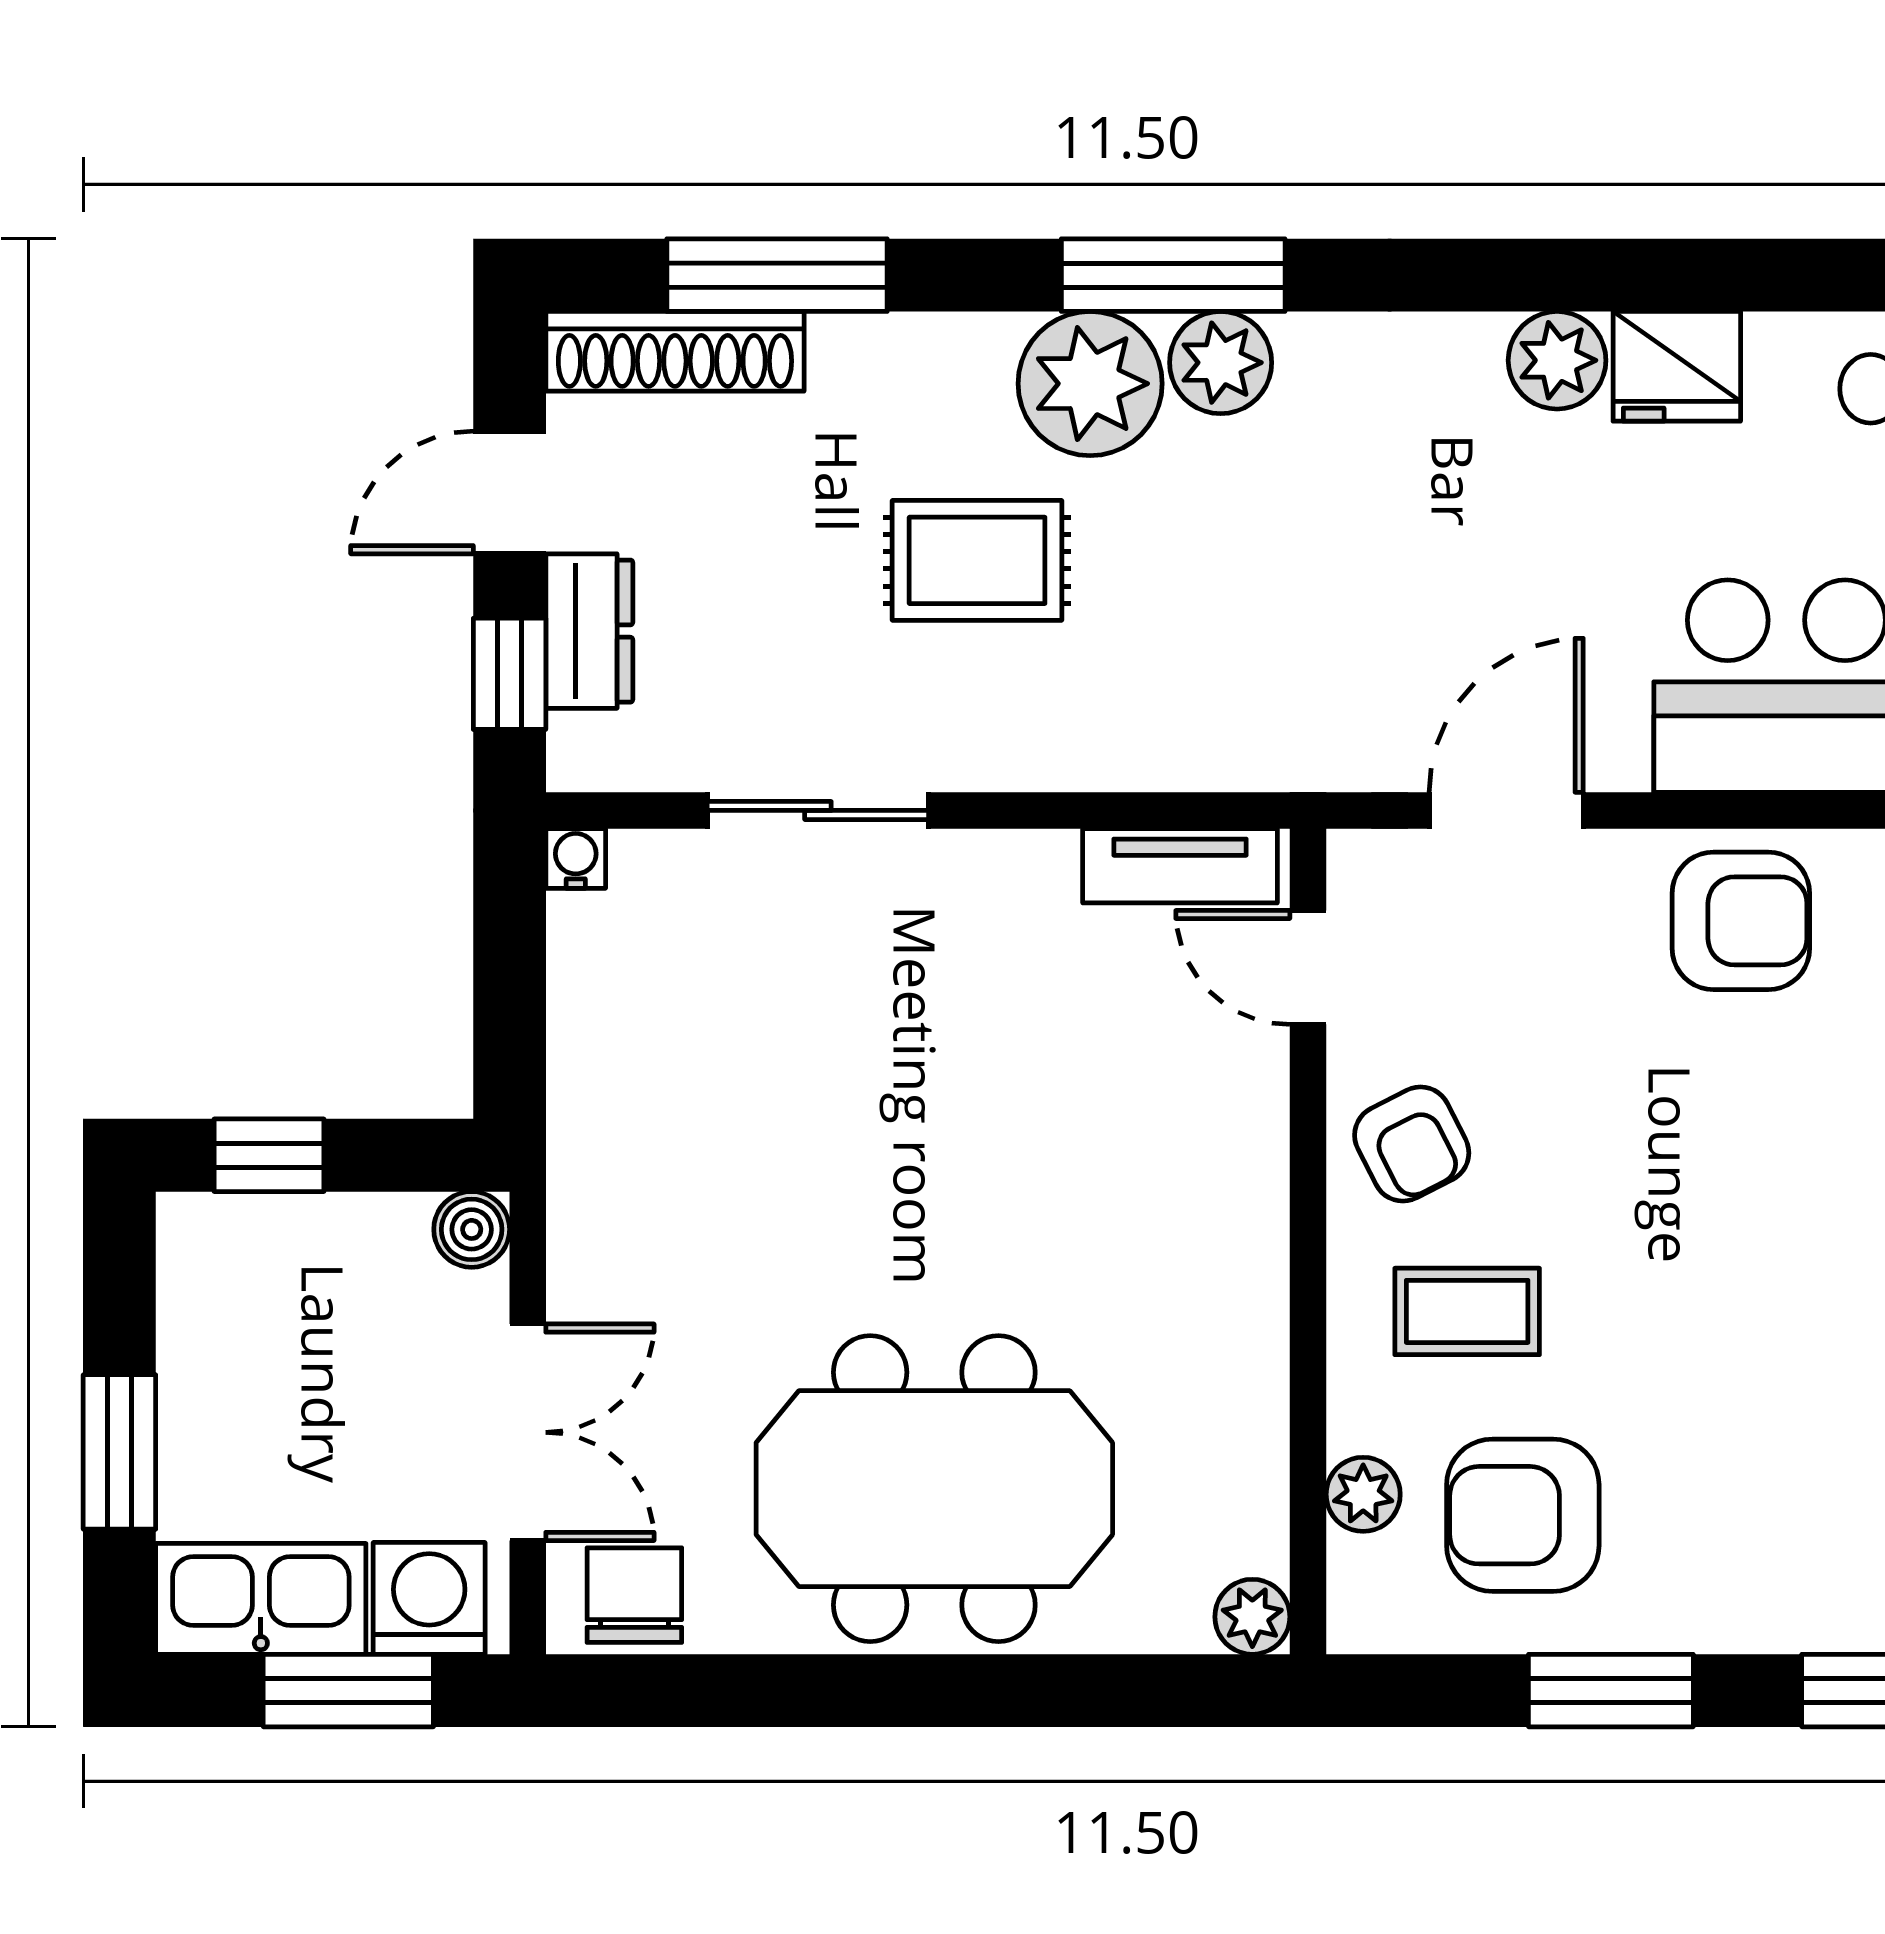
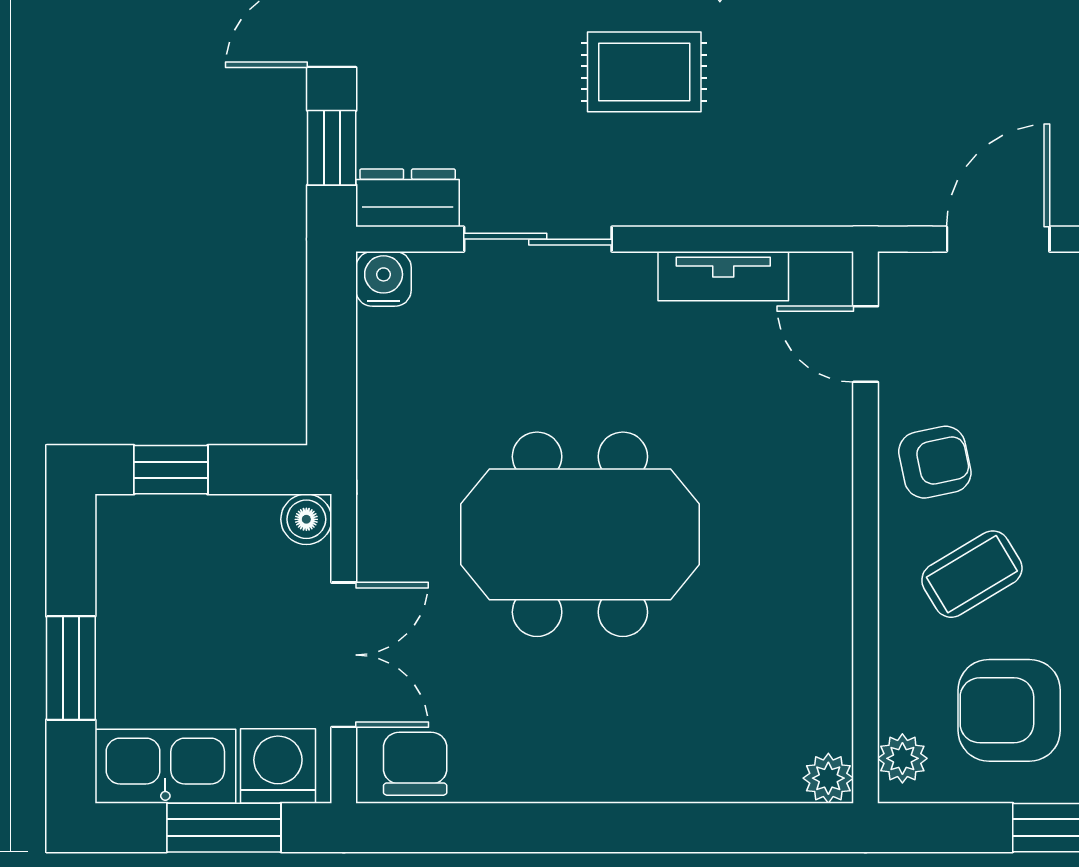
dresser: (589, 631) -> (408, 198), moved, turned -90
water cooler: (576, 858) -> (384, 279), width x1.38, depth x1.38
tv unit: (1180, 866) -> (723, 276), moved
armchair: (1412, 1144) -> (935, 462), turned -75
coffee table: (1467, 1311) -> (972, 574), turned -31
meeting table: (934, 1489) -> (580, 534), moved
plant: (1363, 1494) -> (902, 758), moved

